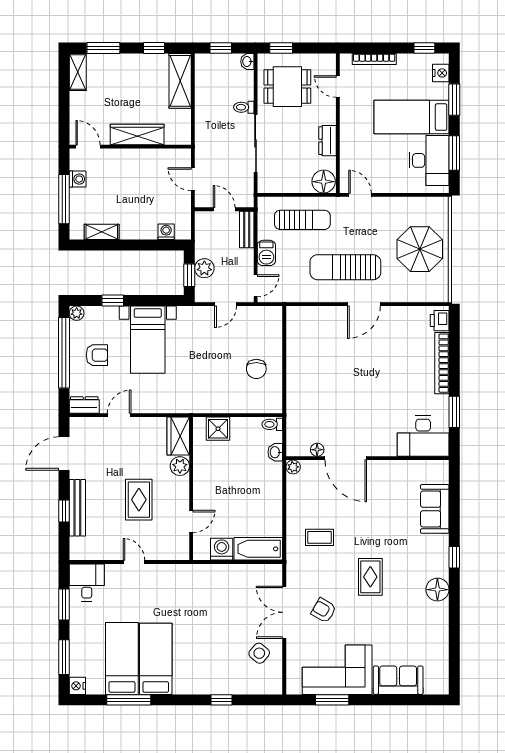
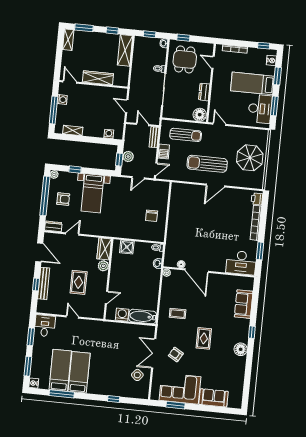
dining table: (287, 87) -> (185, 59), turned 90
door: (64, 453) -> (39, 252), swing flipped

